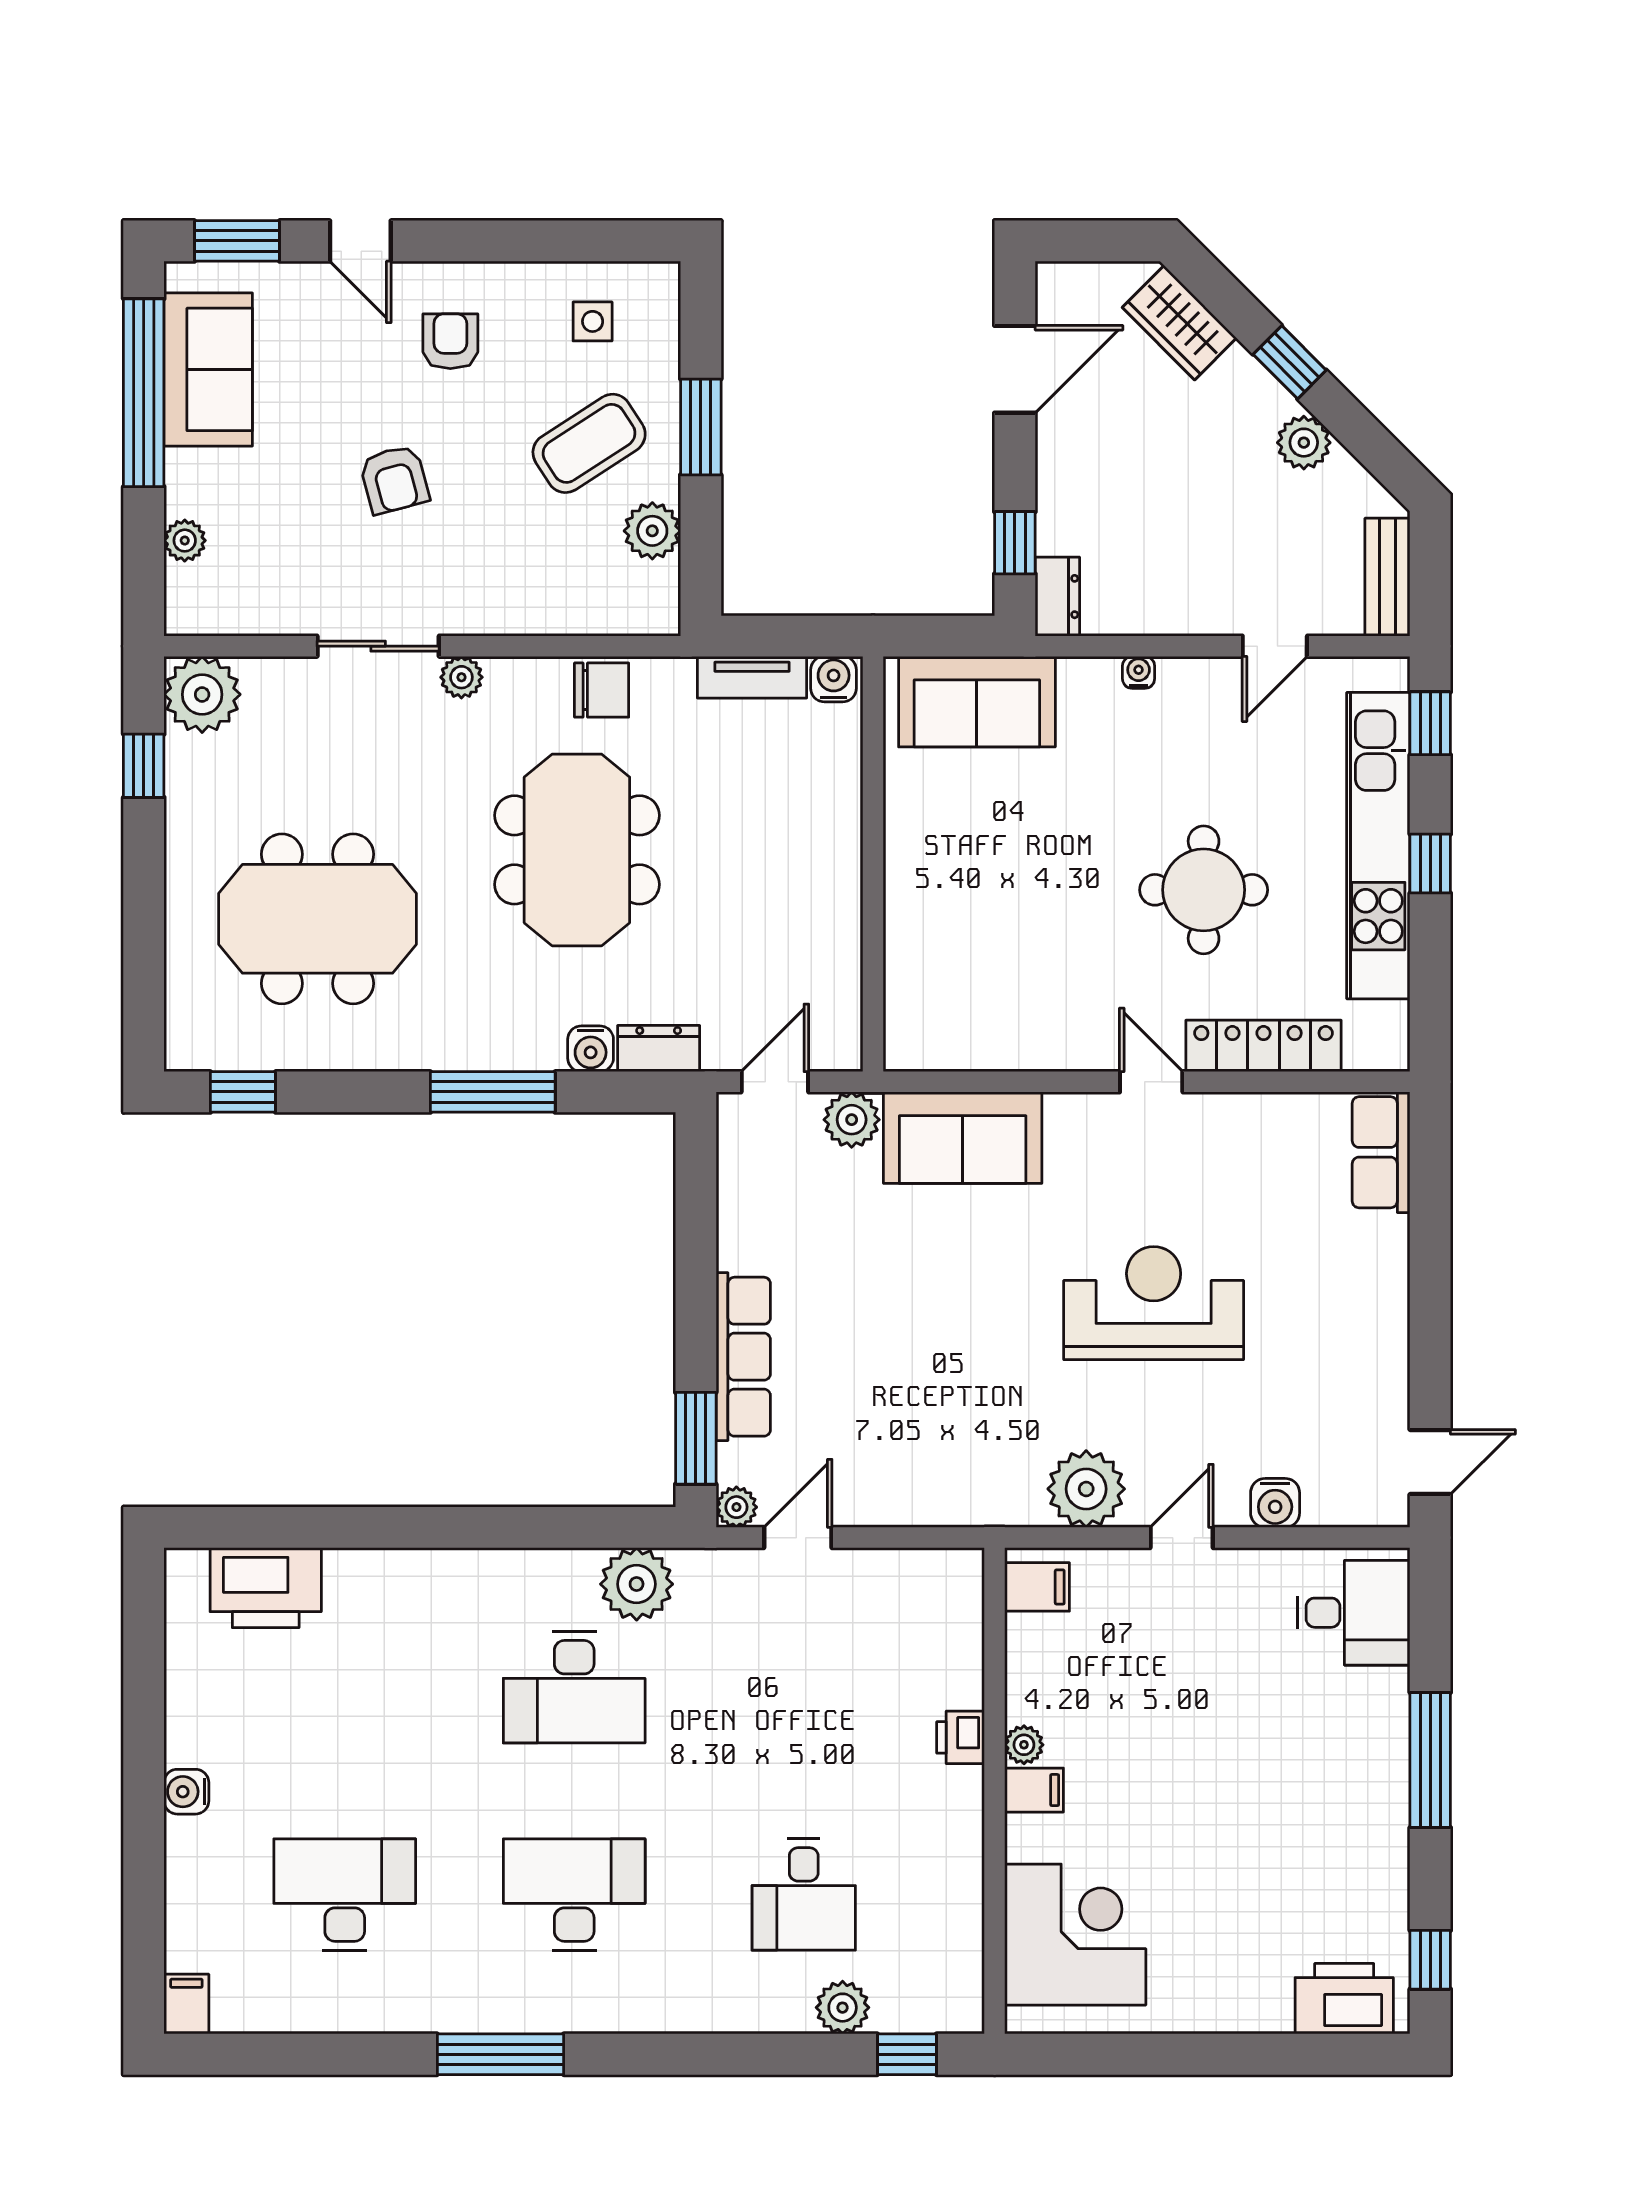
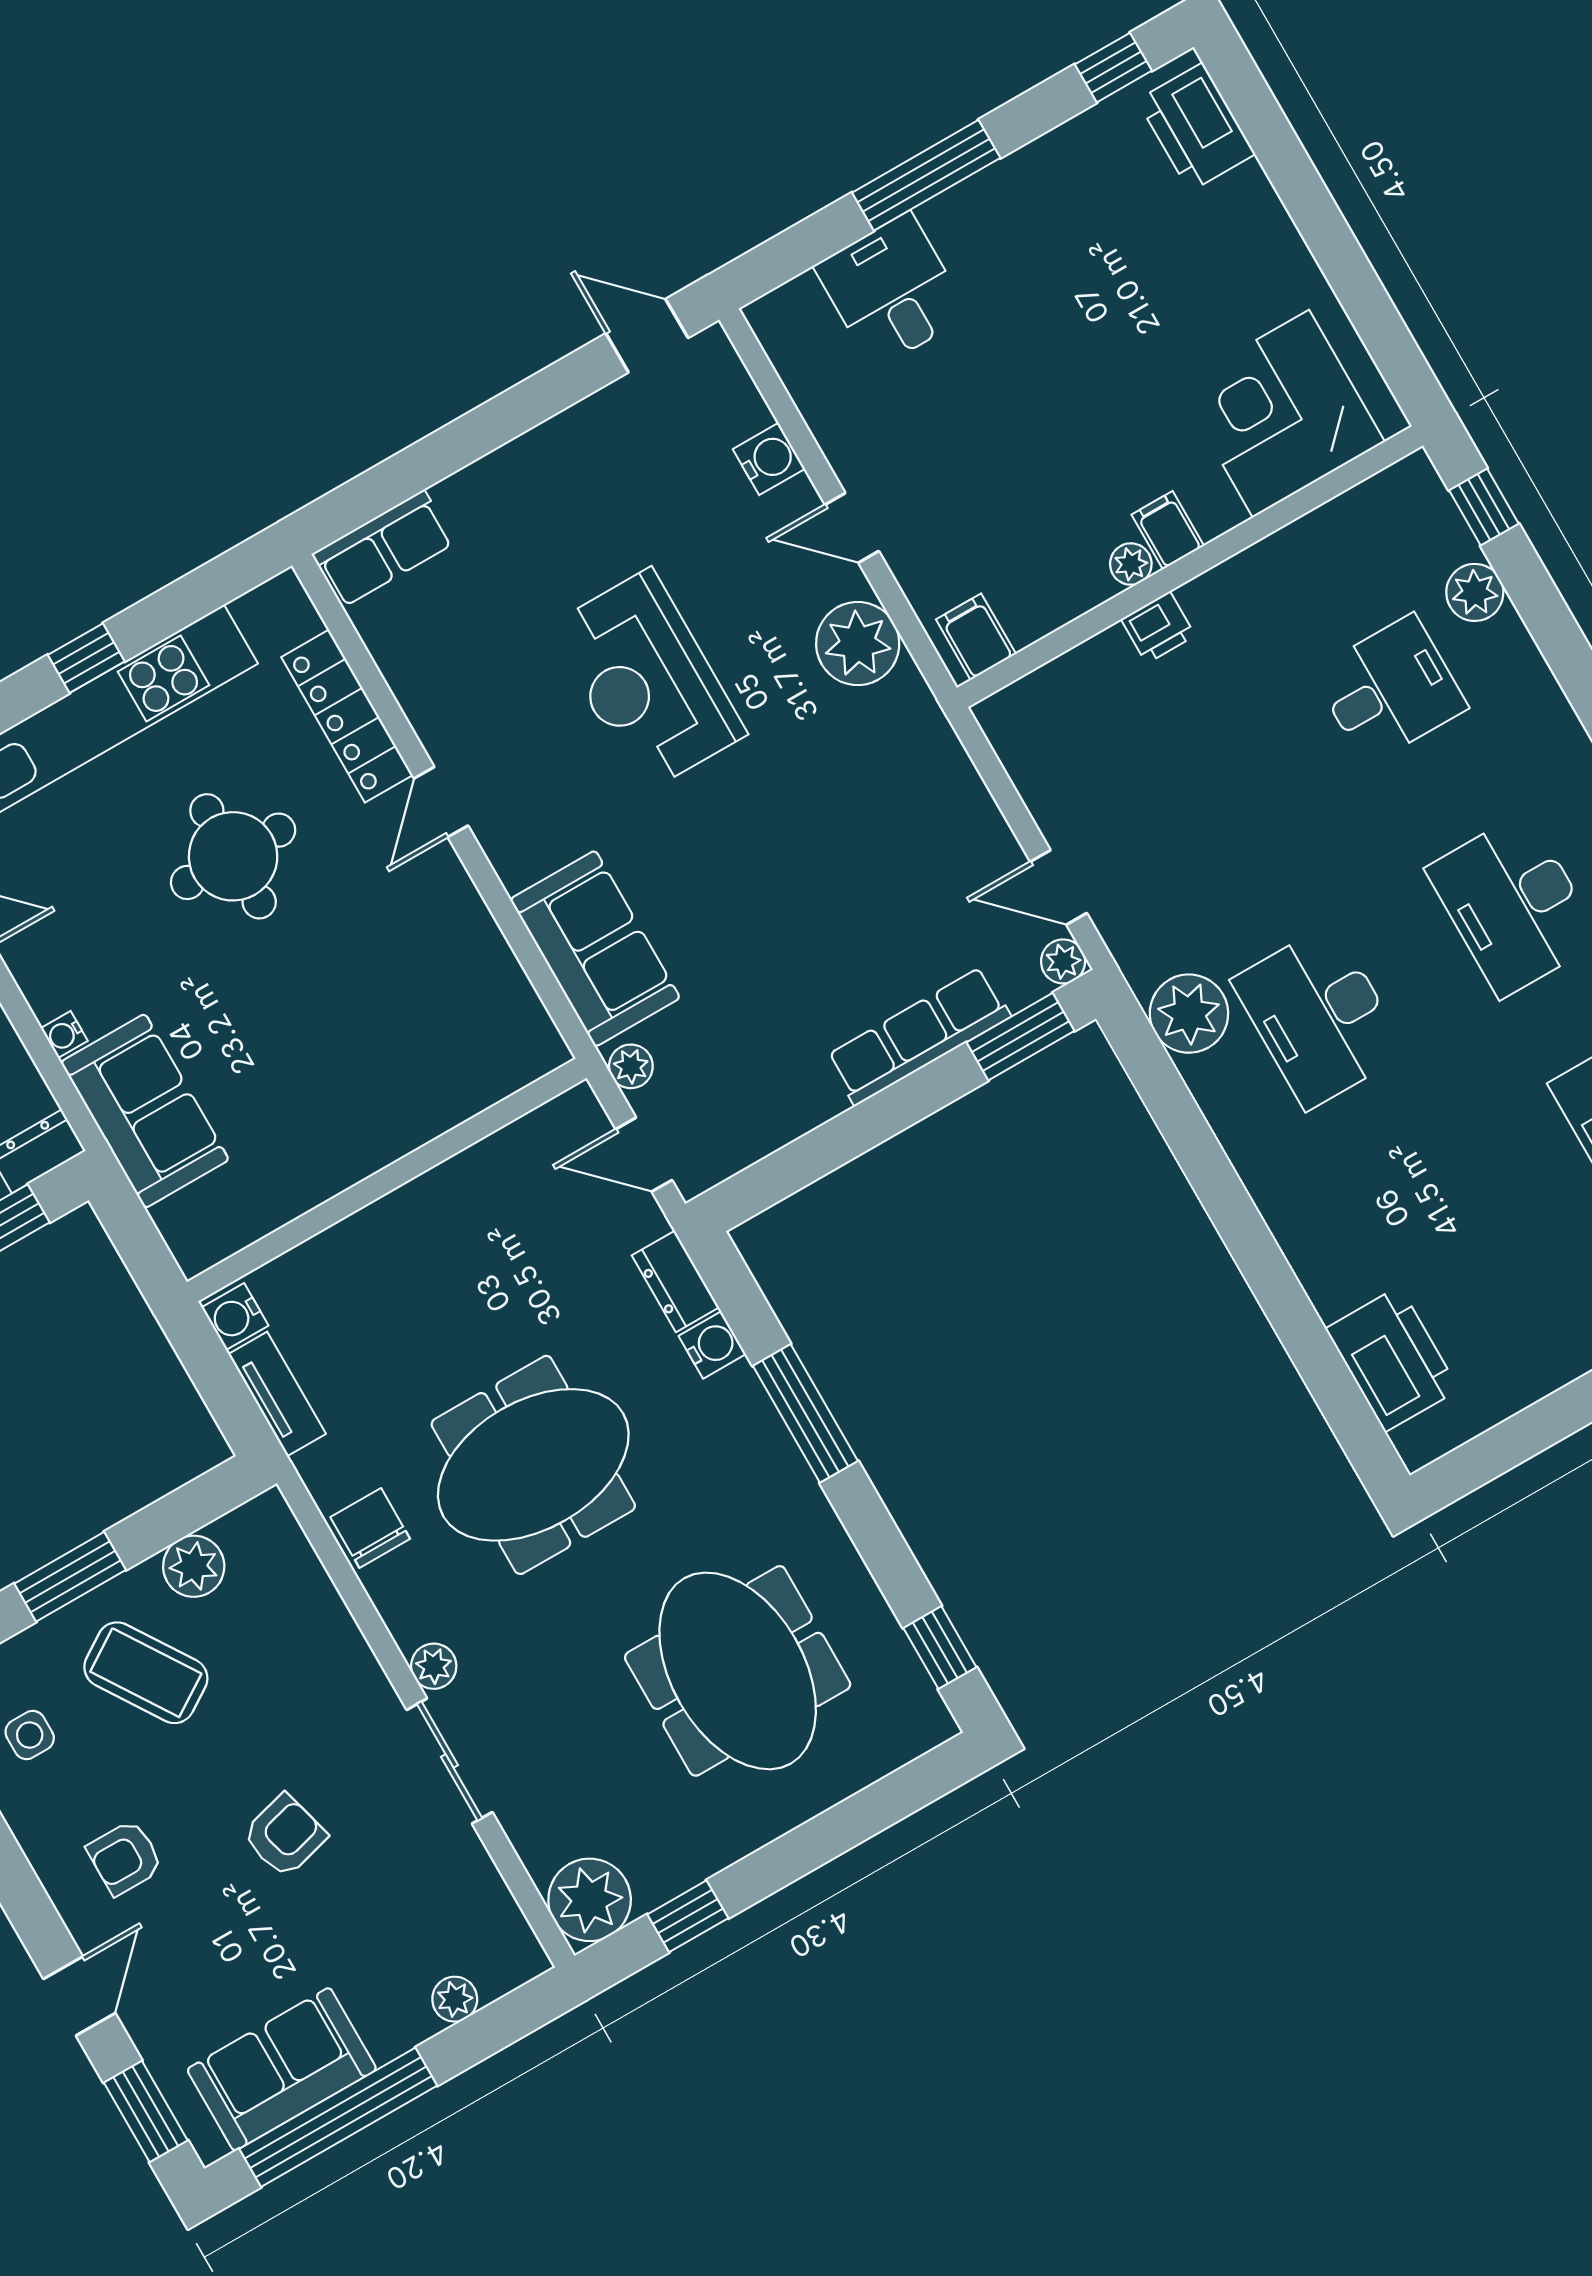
sofa: (977, 702) -> (145, 1111), moved
plant: (852, 1120) -> (631, 1066), width x0.73, depth x0.73
desk: (1353, 1613) -> (892, 291), moved
desk: (574, 1687) -> (1319, 1016), turned 180

